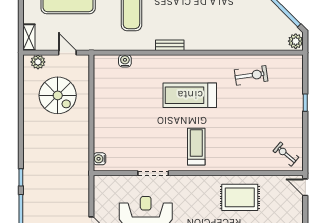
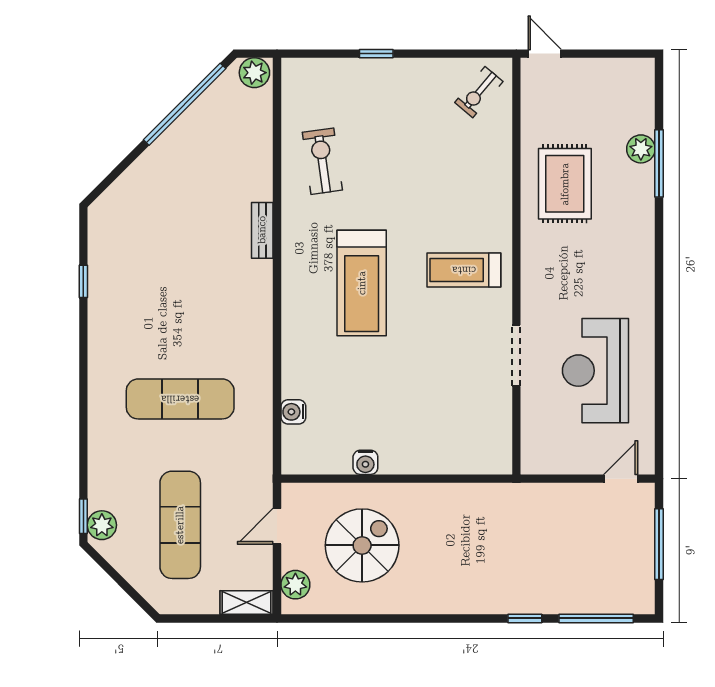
bench: (170, 45) -> (262, 230), moved
water cooler: (100, 159) -> (365, 462), moved
door: (305, 187) -> (545, 54), swing flipped

